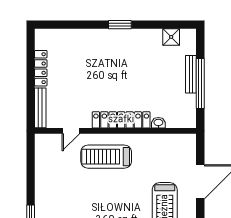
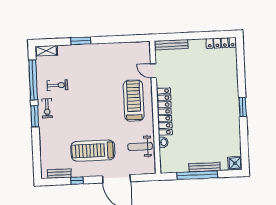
shower: (171, 37) -> (235, 163), moved
locker: (41, 68) -> (221, 43), moved
weight bench: (162, 151) -> (140, 146), added

